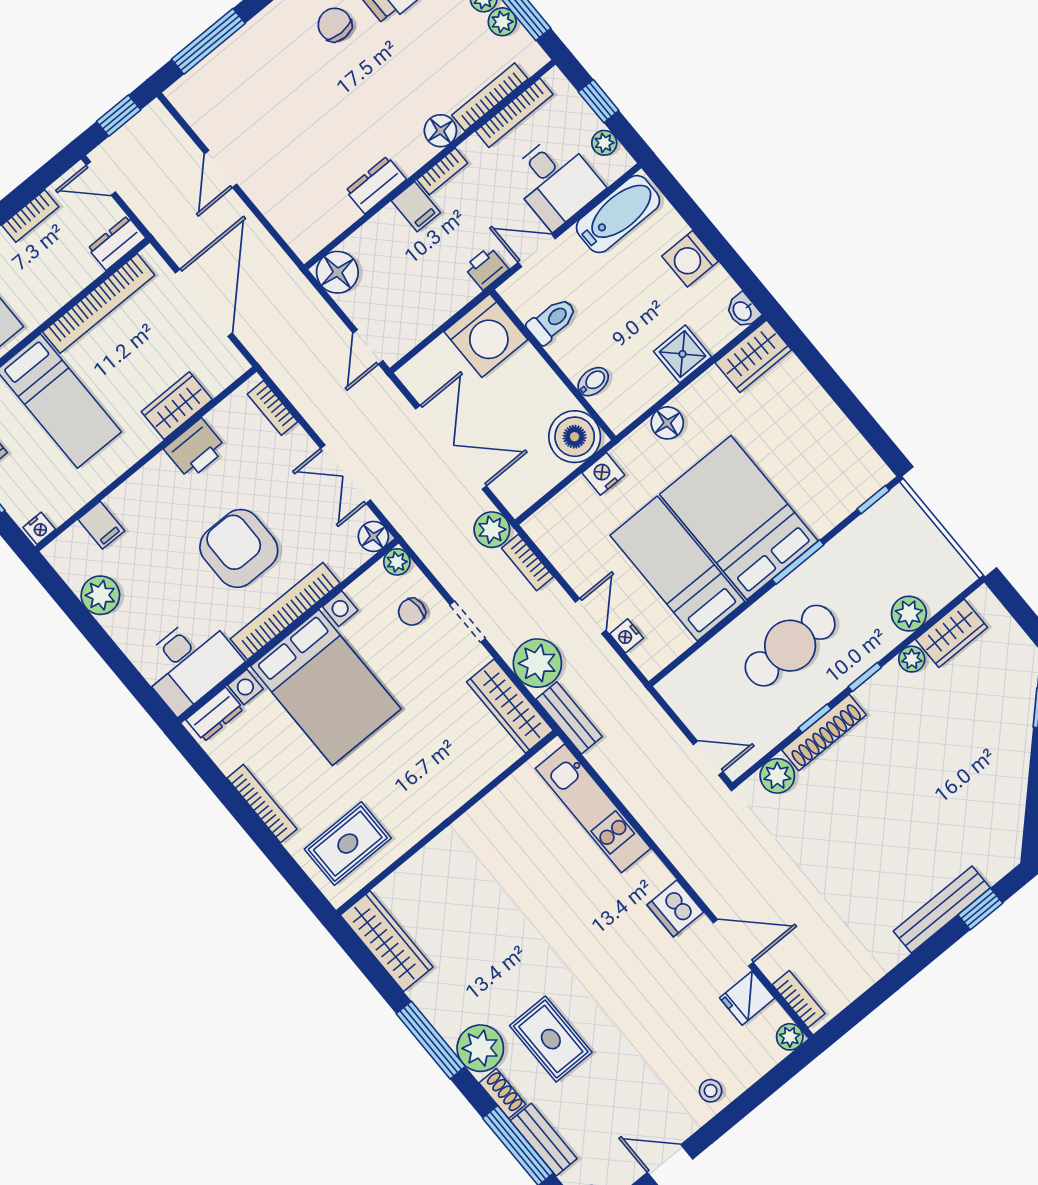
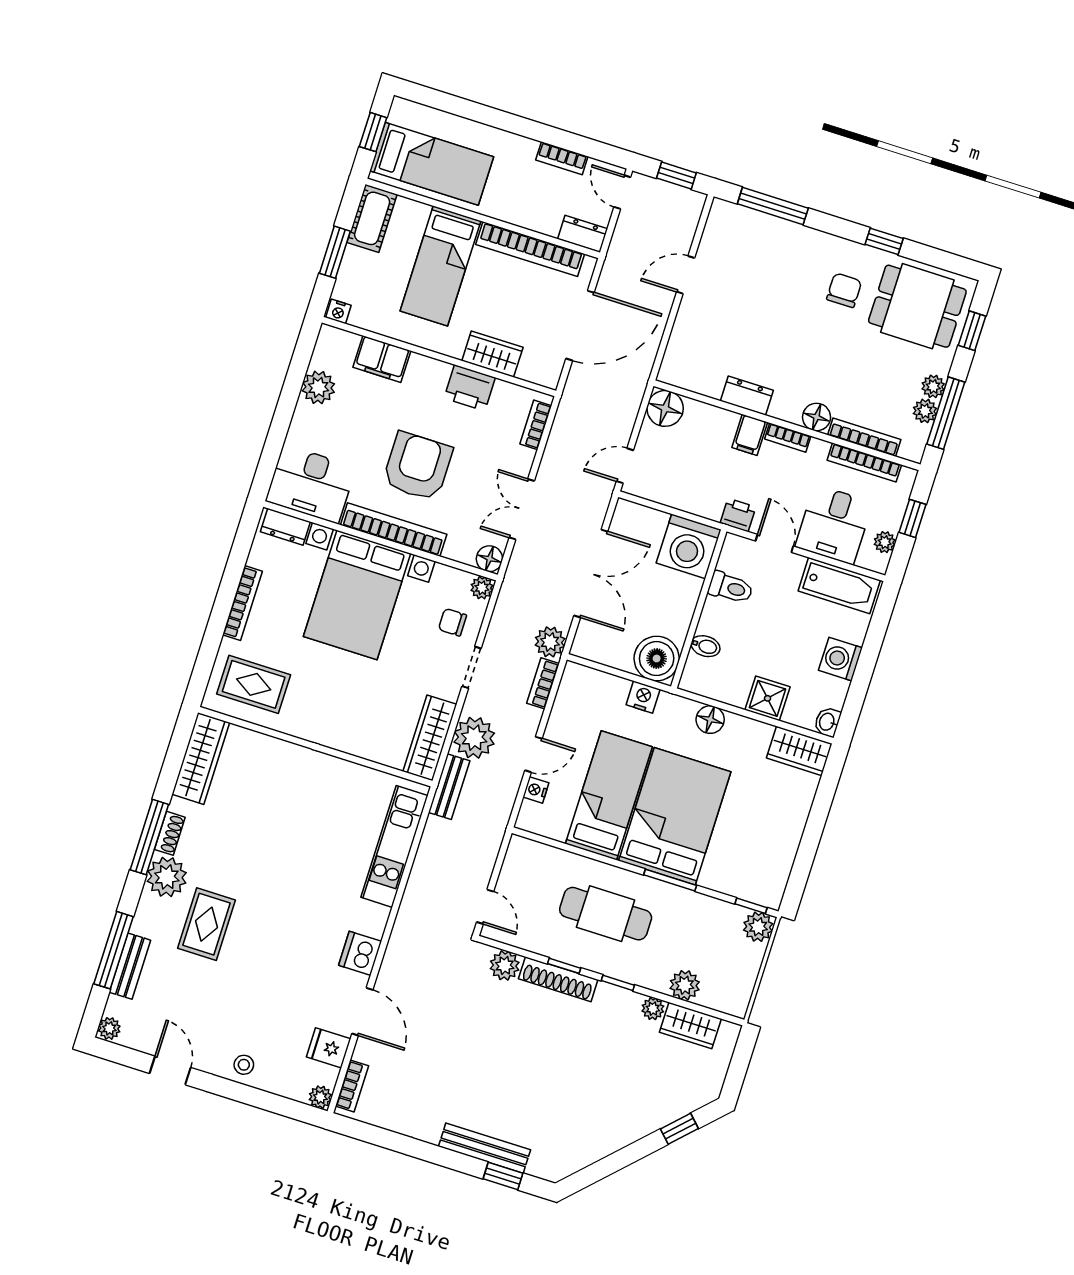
plant: (898, 506) -> (758, 927), added
filing cabinet: (101, 525) -> (382, 359), width x2.00
shoe rack: (502, 1094) -> (170, 833), moved

